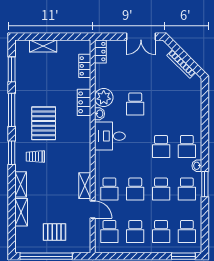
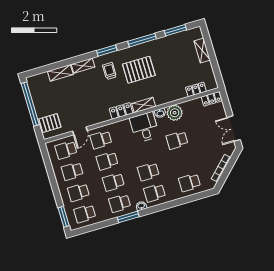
locker: (84, 102) -> (121, 111), moved
school desk: (187, 104) -> (190, 183), added
shelving: (85, 186) -> (144, 105), moved
pallet: (54, 232) -> (50, 123), moved, turned 90

